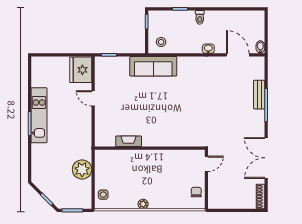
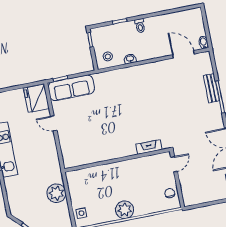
washbasin: (208, 49) -> (130, 59), moved
sofa: (153, 66) -> (71, 88), moved
fireplace: (129, 141) -> (149, 147), moved
plant: (143, 204) -> (125, 210), width x1.88, depth x1.88

